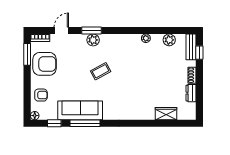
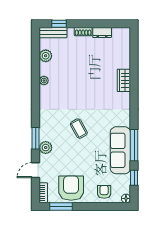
door: (61, 30) -> (36, 170), hinge flipped
plant: (93, 40) -> (46, 148), moved
wardrobe: (166, 114) -> (124, 80), moved

